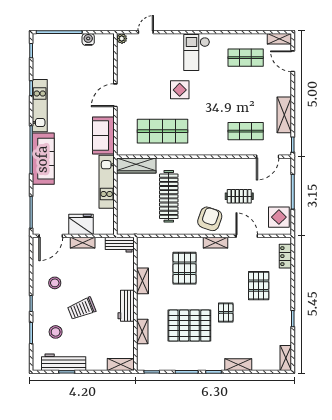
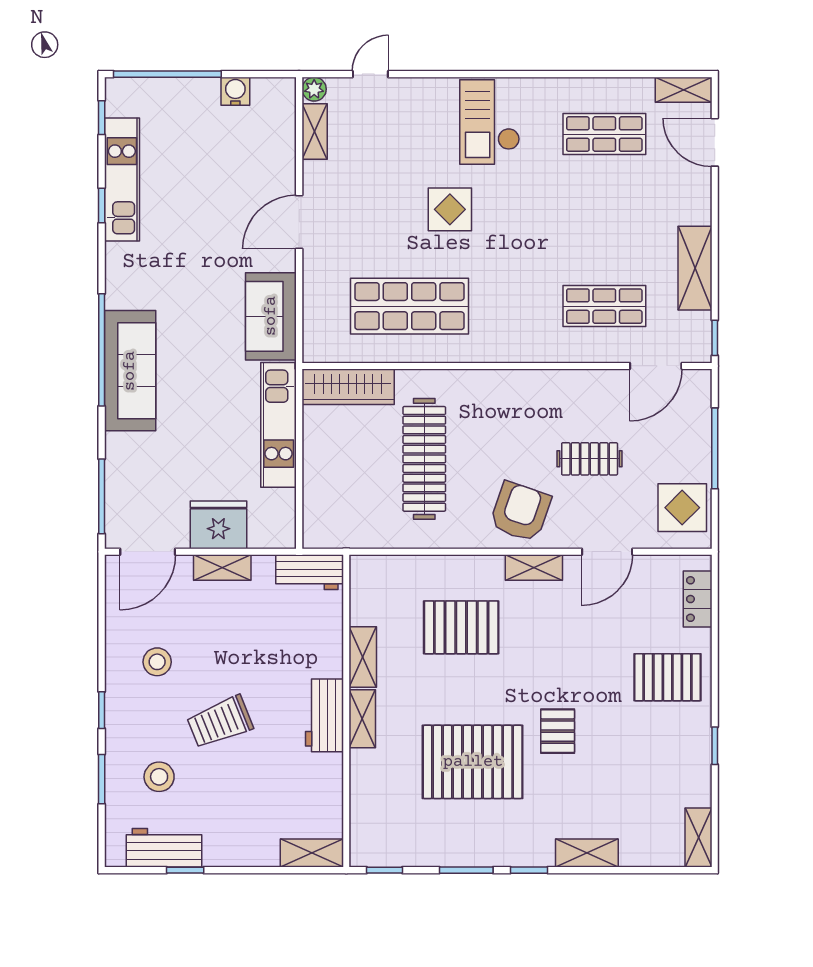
shelving: (122, 57) -> (315, 131), added
kitchen unit: (40, 106) -> (122, 180), moved
door: (247, 236) -> (607, 552), swing flipped
pallet: (185, 268) -> (461, 627), turned 90
pallet: (259, 286) -> (668, 677), moved, turned 90
shelving: (142, 331) -> (362, 719), moved
workbench: (64, 362) -> (164, 848), width x0.73

